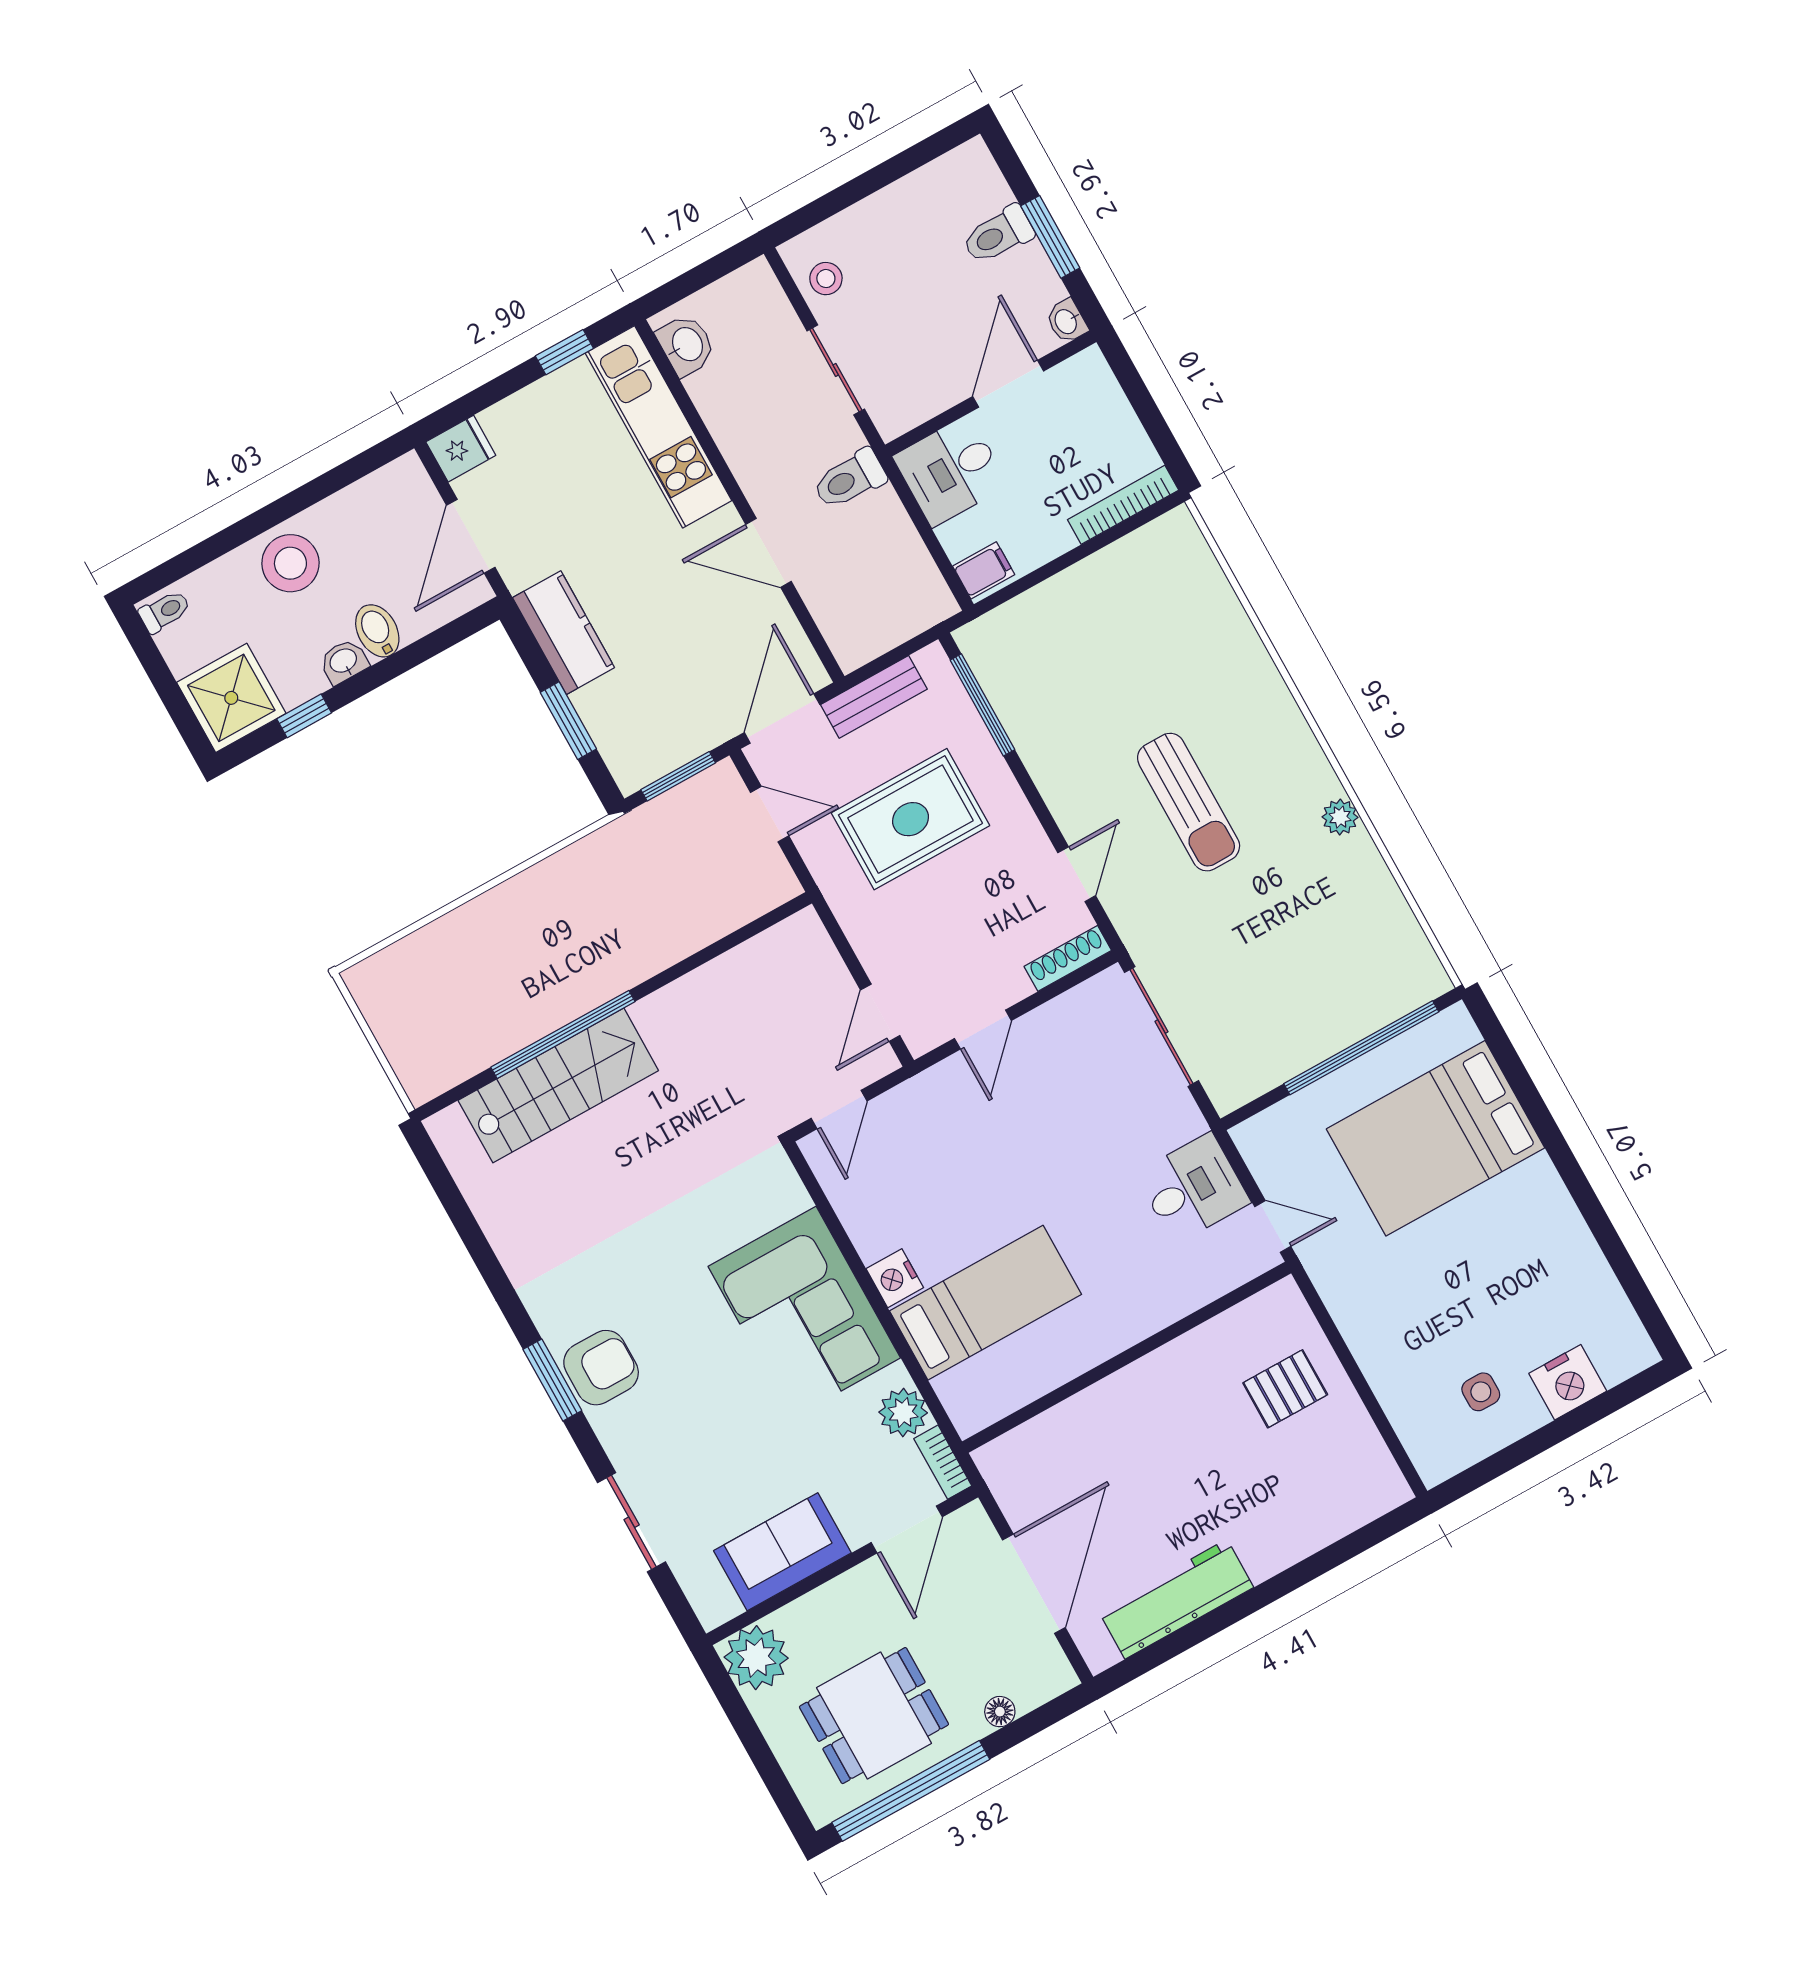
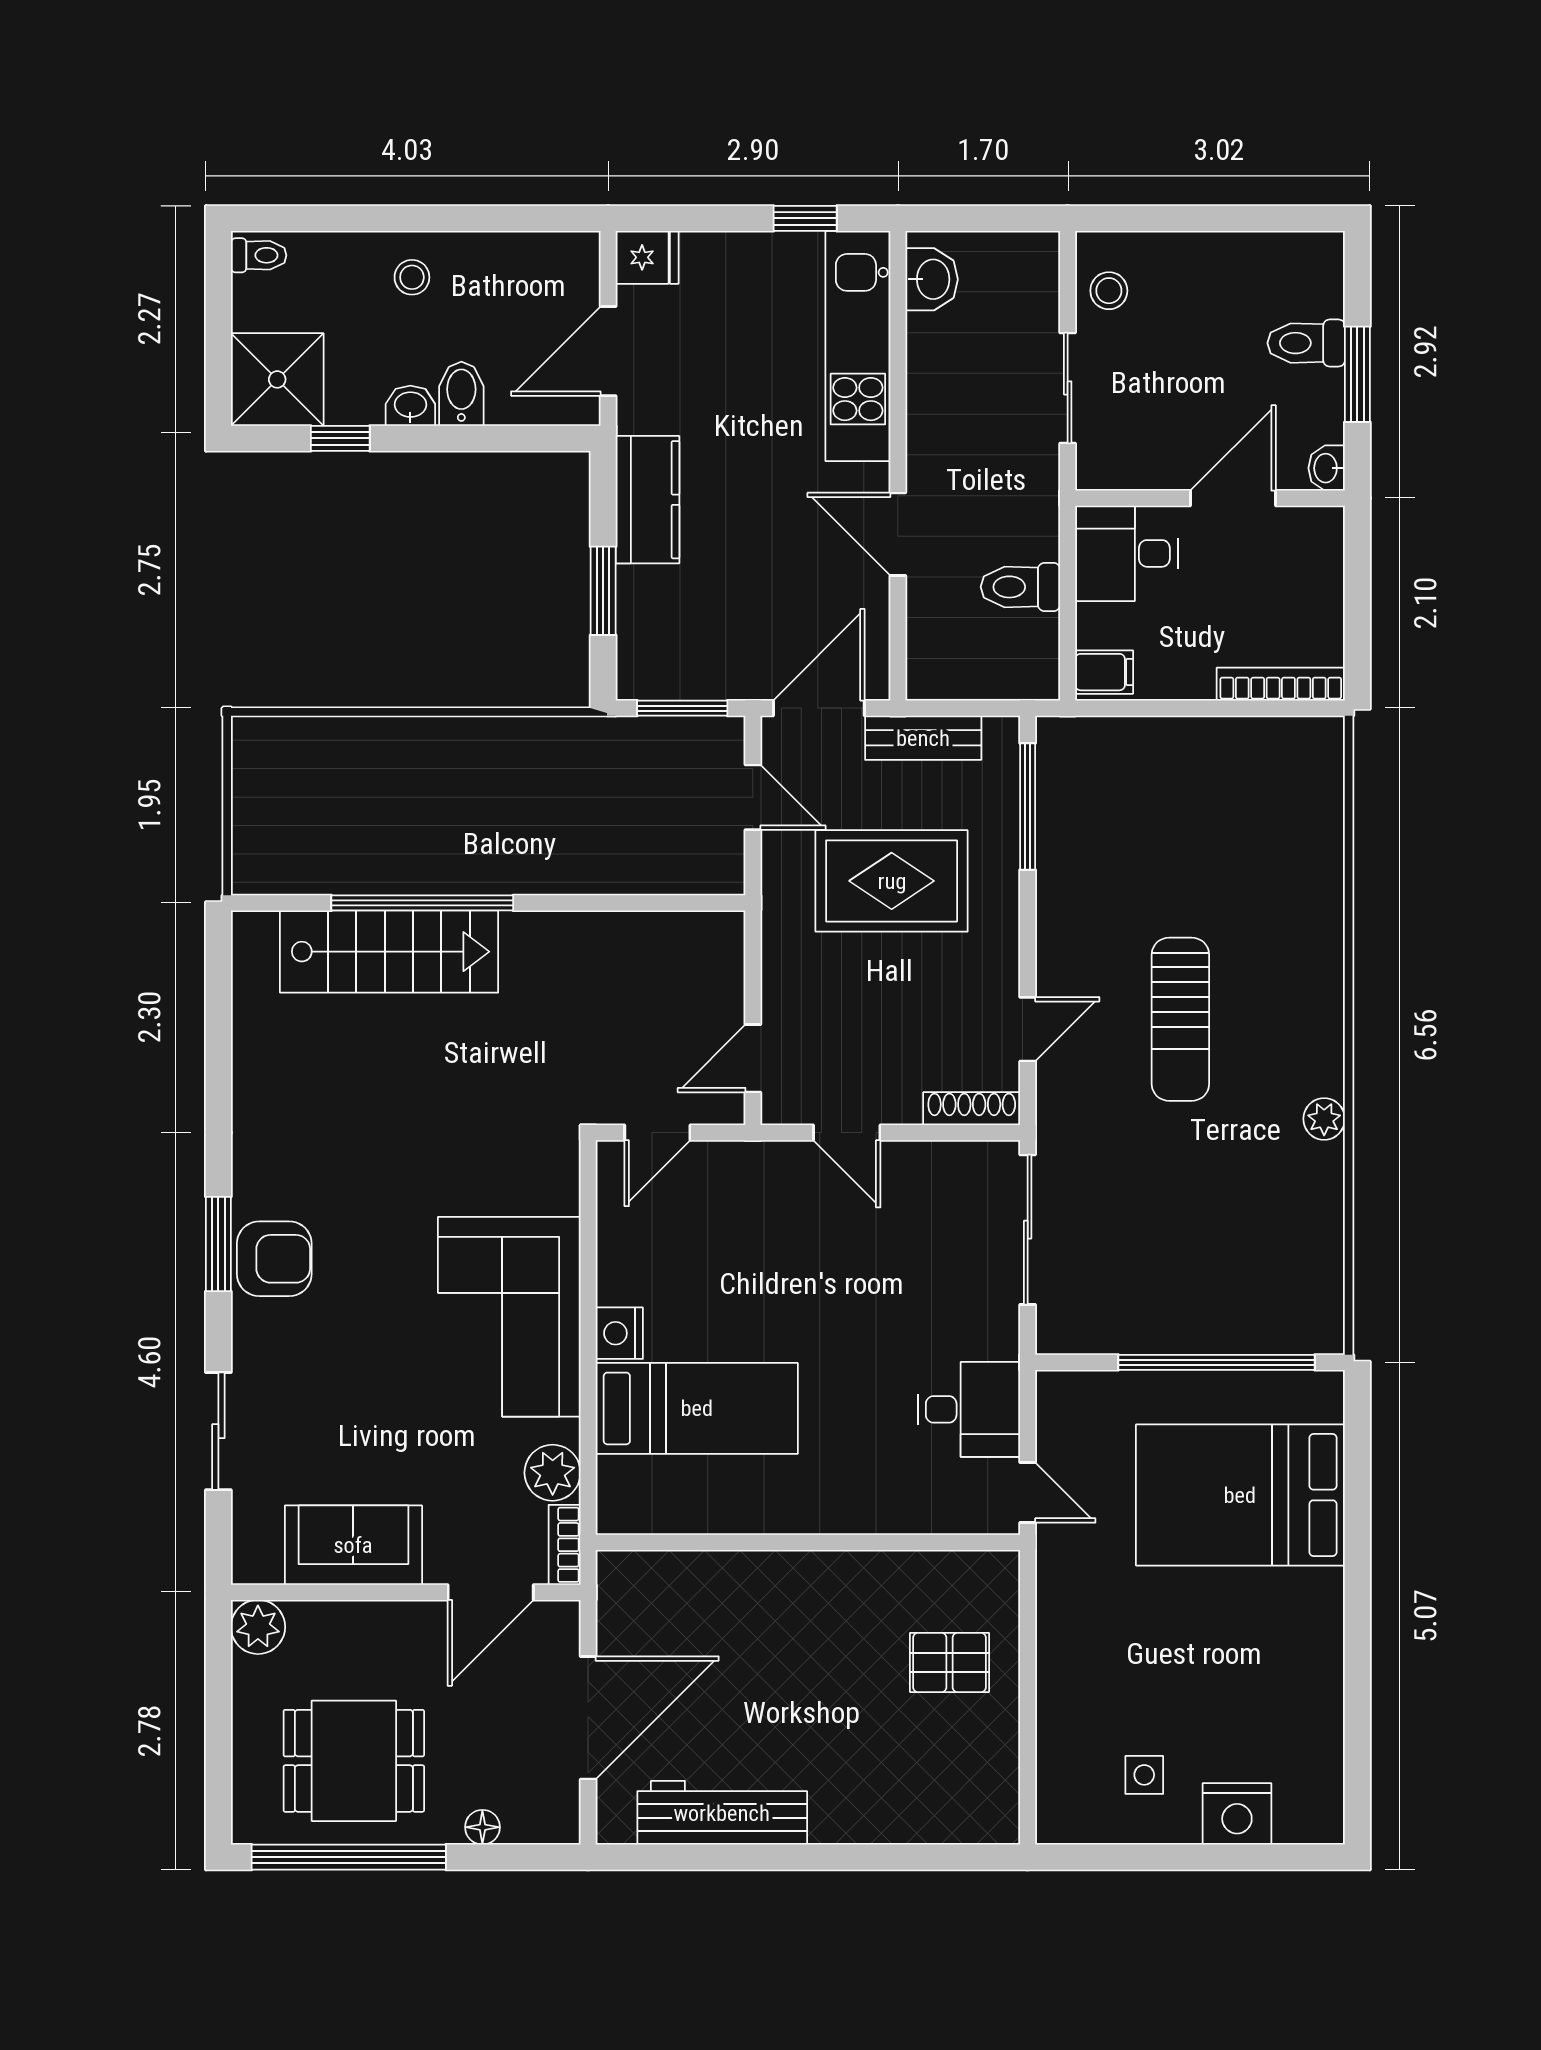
toilet: (850, 479) -> (1020, 587), moved
stool: (290, 563) -> (412, 277), width x0.53, depth x0.53
door: (983, 1029) -> (847, 1133), hinge flipped
plant: (756, 1658) -> (258, 1627), width x0.73, depth x0.73

